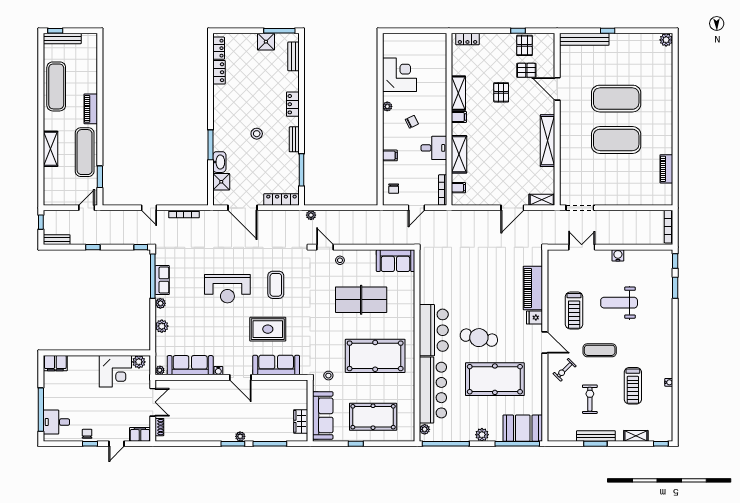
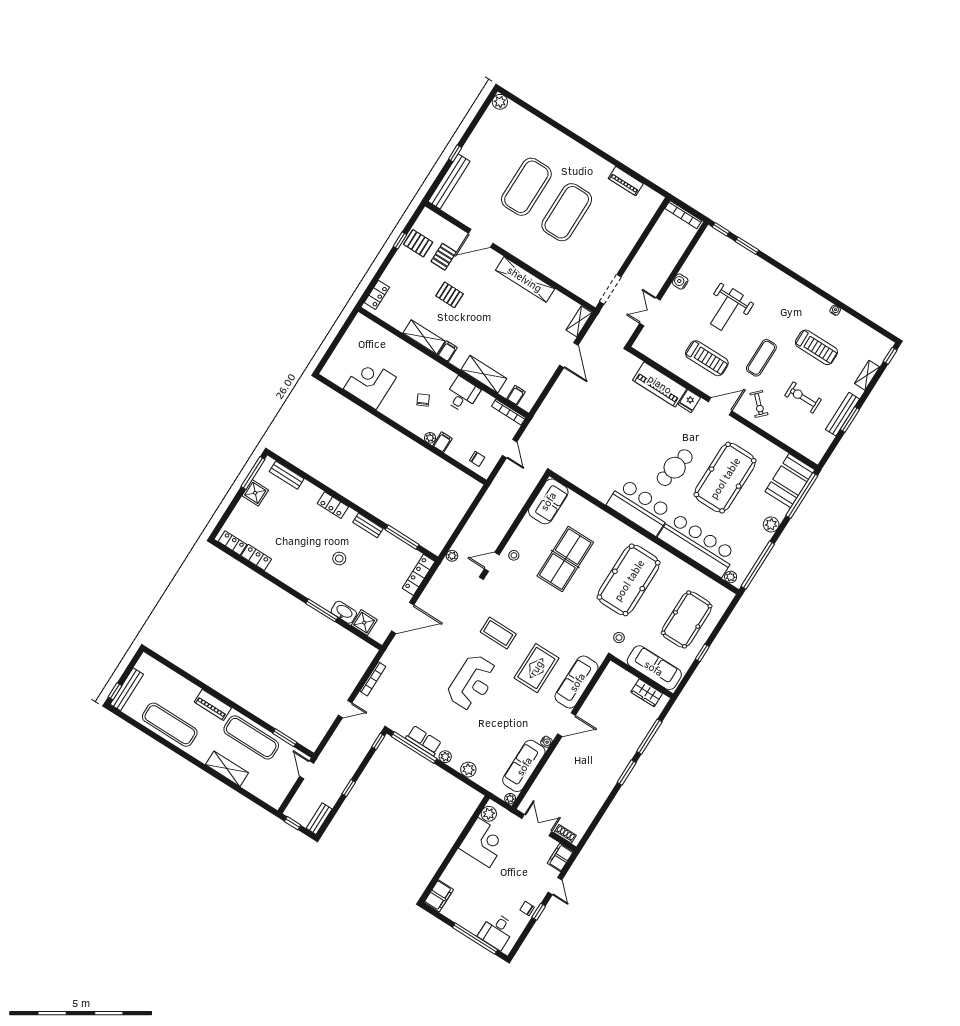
plant: (387, 106) -> (430, 438), moved
plant: (240, 436) -> (624, 761), removed

